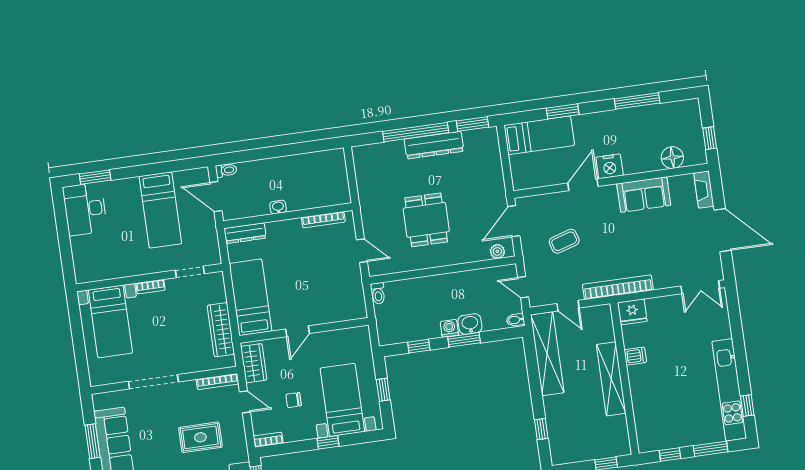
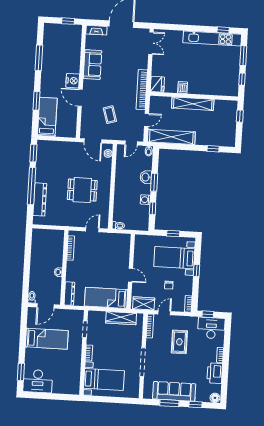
dresser: (434, 145) -> (40, 199), moved
floor lamp: (672, 158) -> (75, 44), removed
washing machine: (449, 328) -> (145, 200), moved

